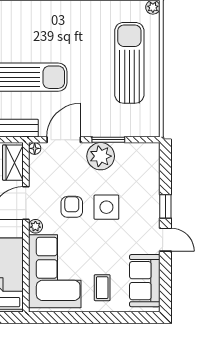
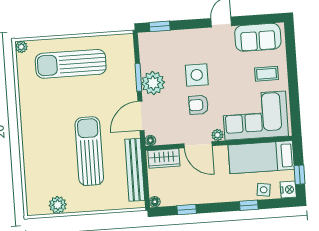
door: (64, 140) -> (141, 116), hinge flipped
window: (165, 206) -> (160, 26), moved

